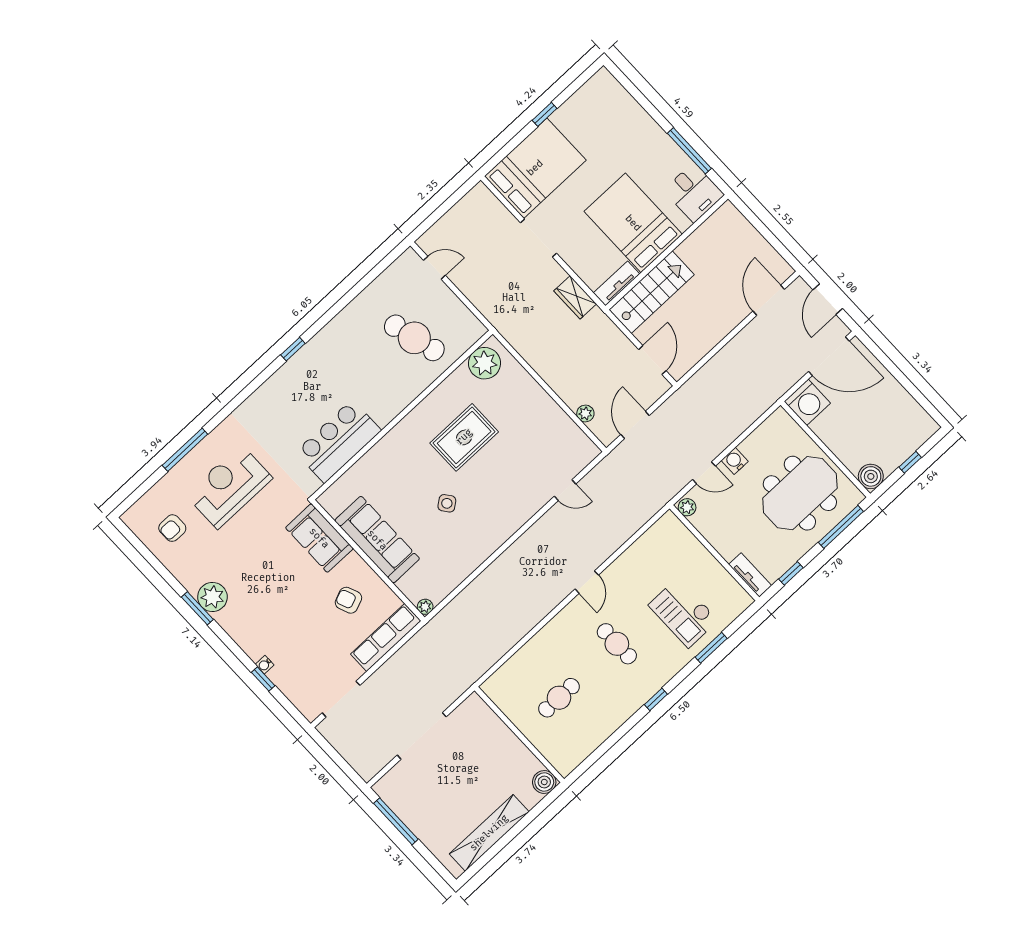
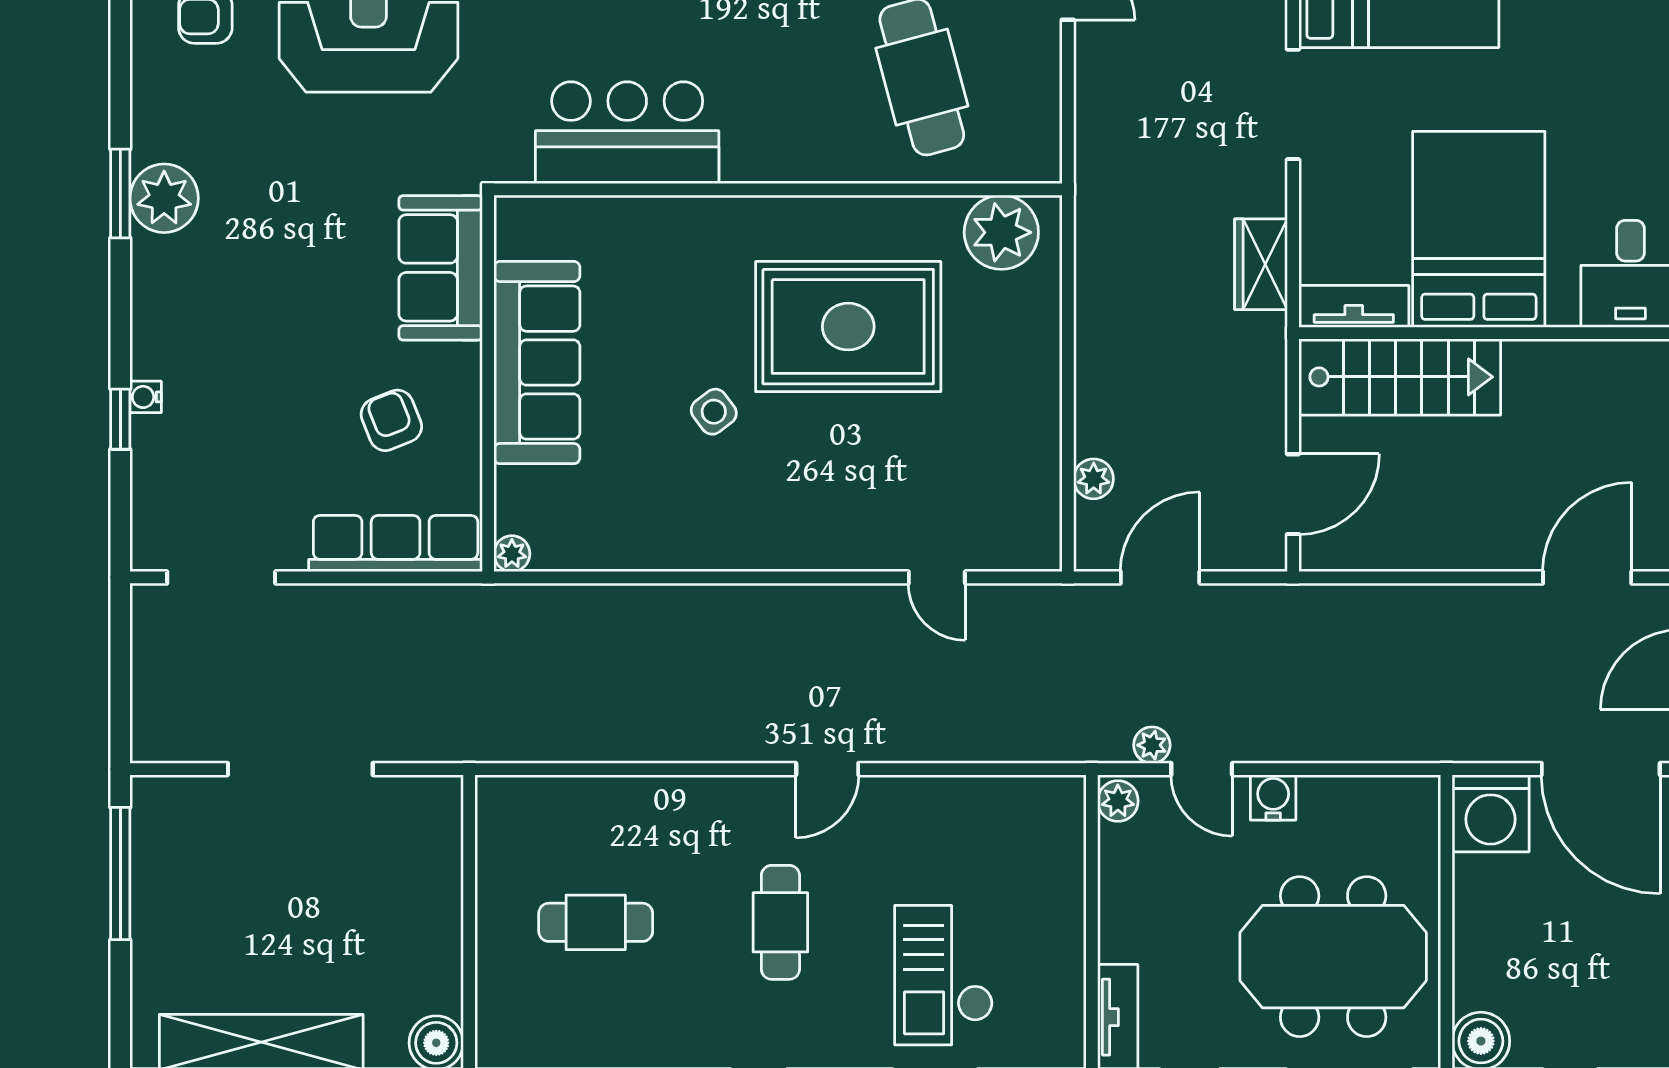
rug: (464, 437) -> (848, 327), width x1.37, depth x1.44
plant: (681, 480) -> (1152, 745), added

